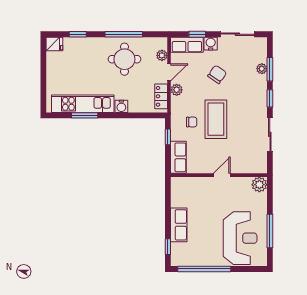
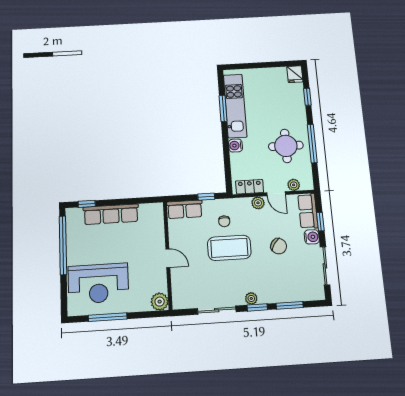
plant: (262, 69) -> (251, 298), moved
row of seats: (179, 225) -> (111, 214), width x1.48

